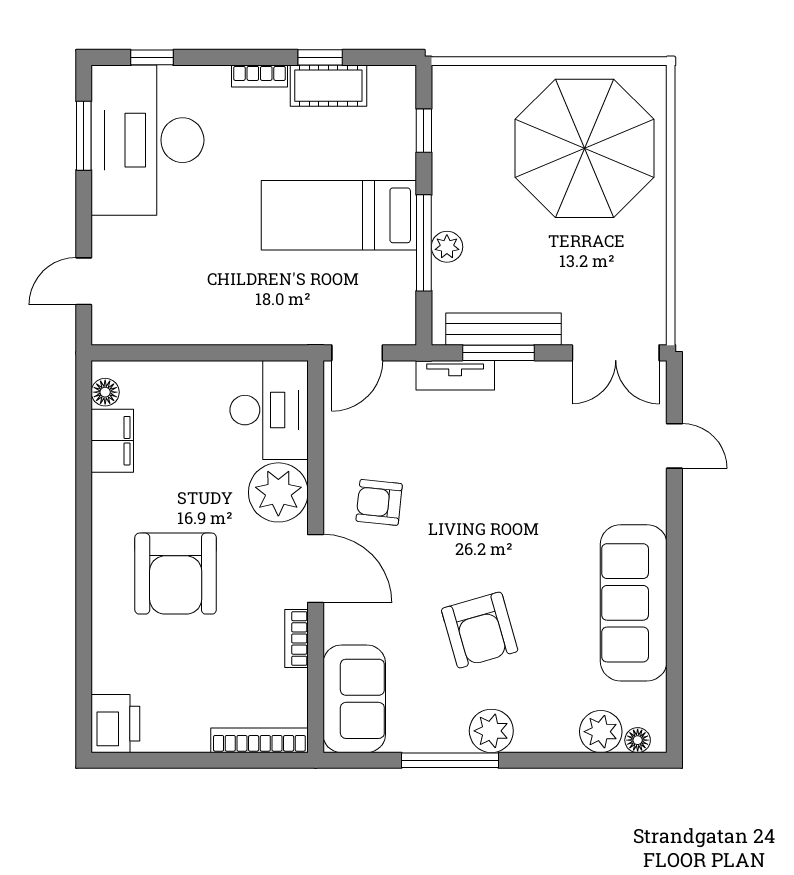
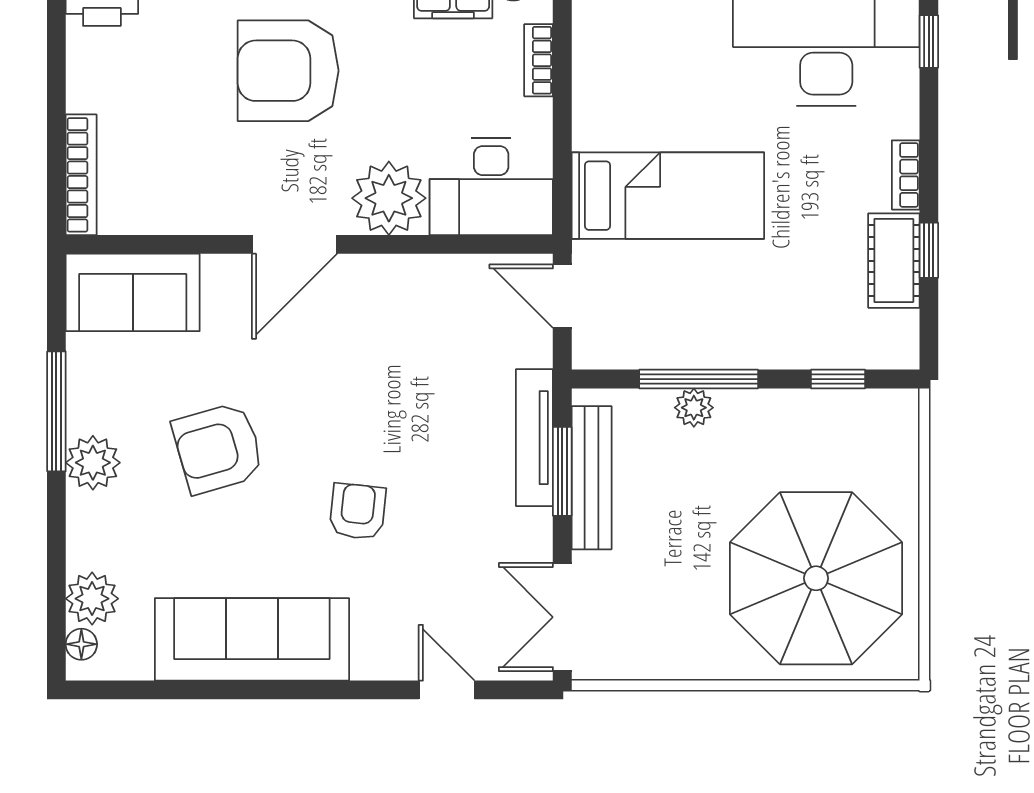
bed: (339, 215) -> (668, 196), moved, turned 90
tv unit: (455, 375) -> (534, 438), width x1.41
door: (674, 446) -> (447, 690), swing flipped
armchair: (379, 502) -> (357, 511), moved
bookcase: (296, 638) -> (539, 60), moved, turned -90

